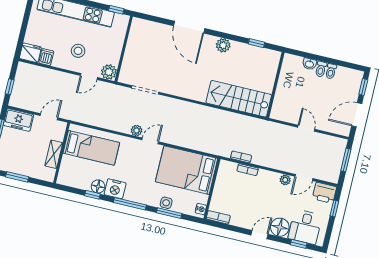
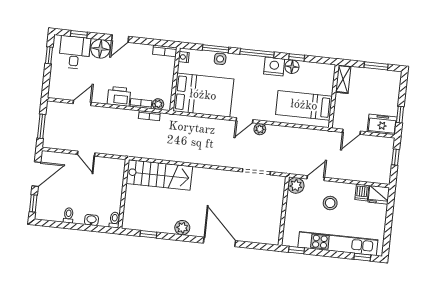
toilet: (321, 69) -> (115, 220), moved
shelving: (54, 154) -> (343, 79), moved
plant: (285, 180) -> (158, 104), moved
printer: (324, 193) -> (119, 96), moved
window: (334, 209) -> (49, 55), moved

